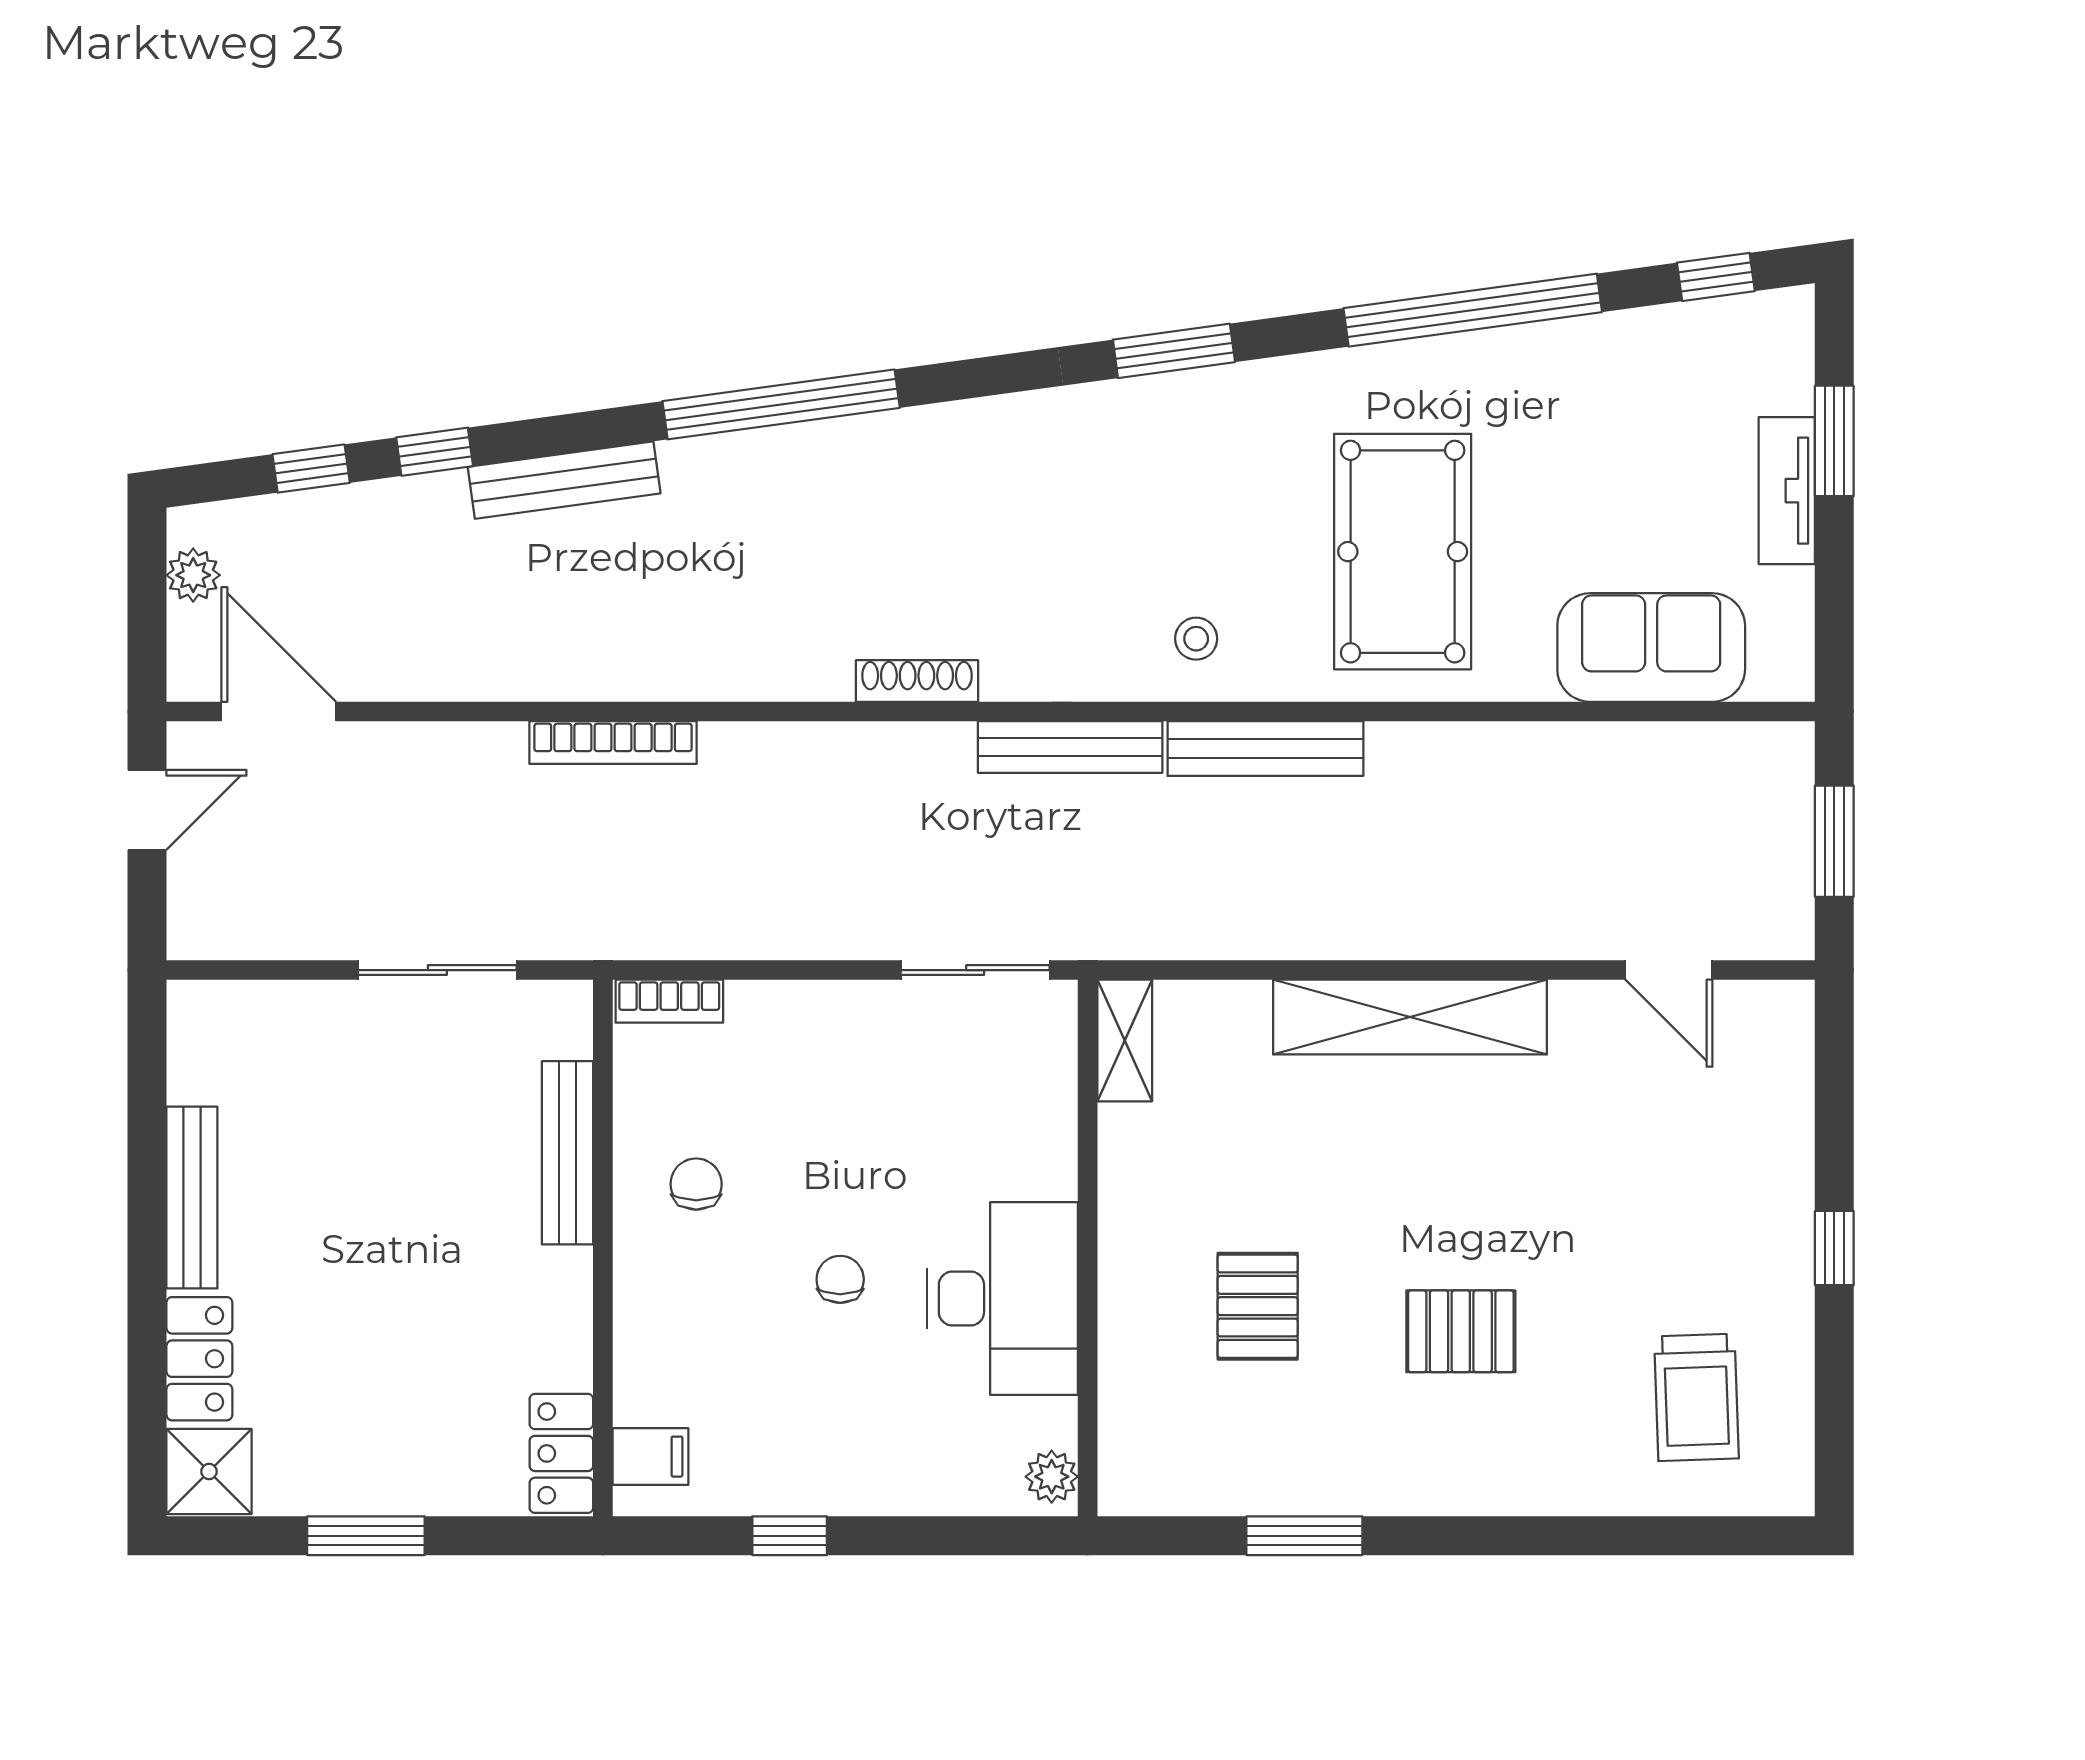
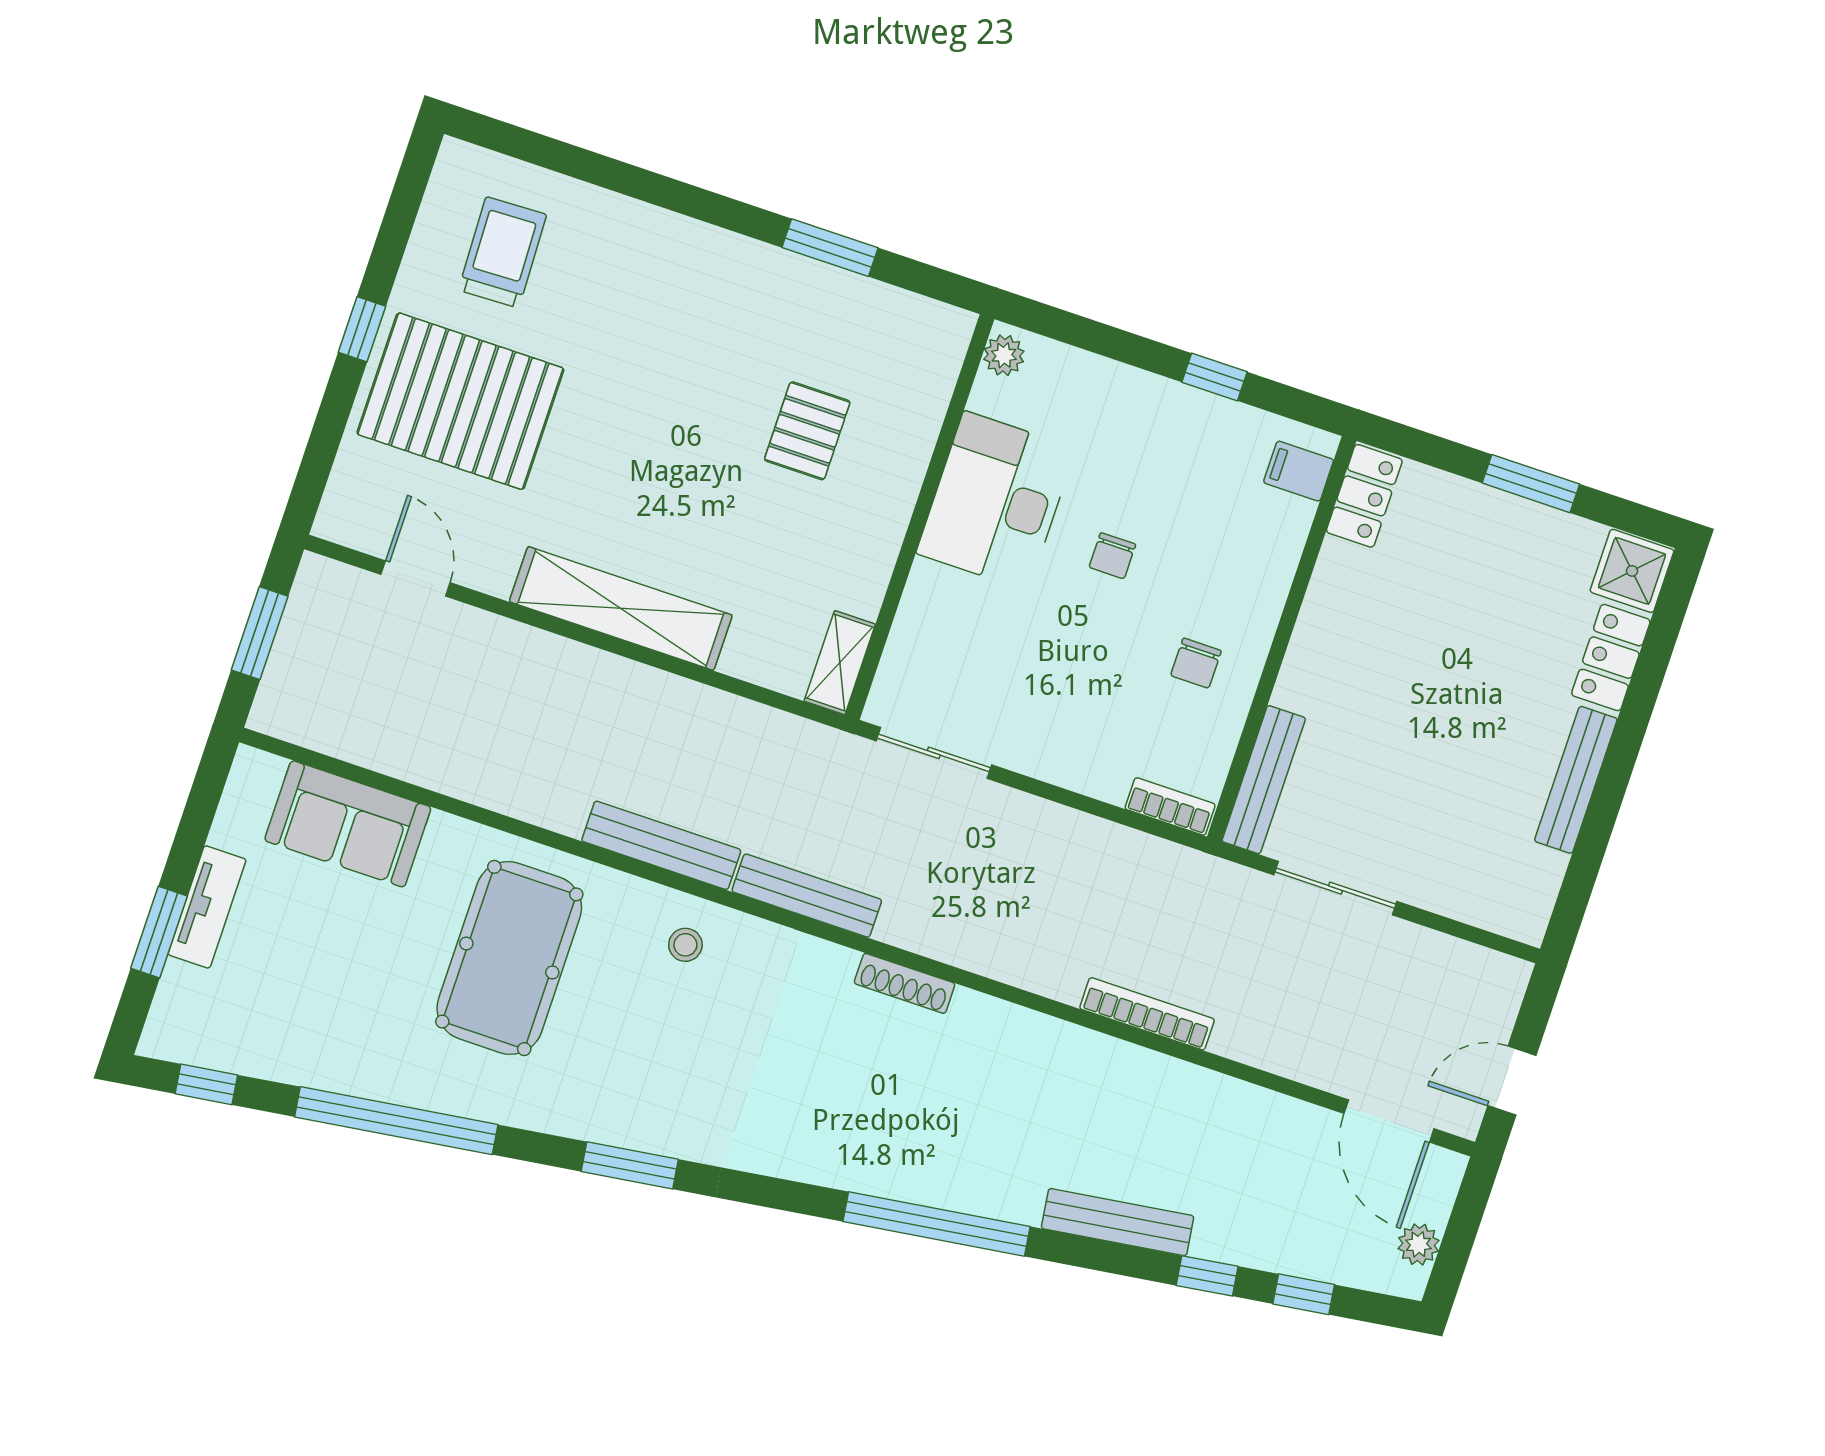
bench: (567, 1153) -> (1264, 780), moved
pallet: (1461, 1331) -> (460, 401), moved, width x2.05, depth x2.00

